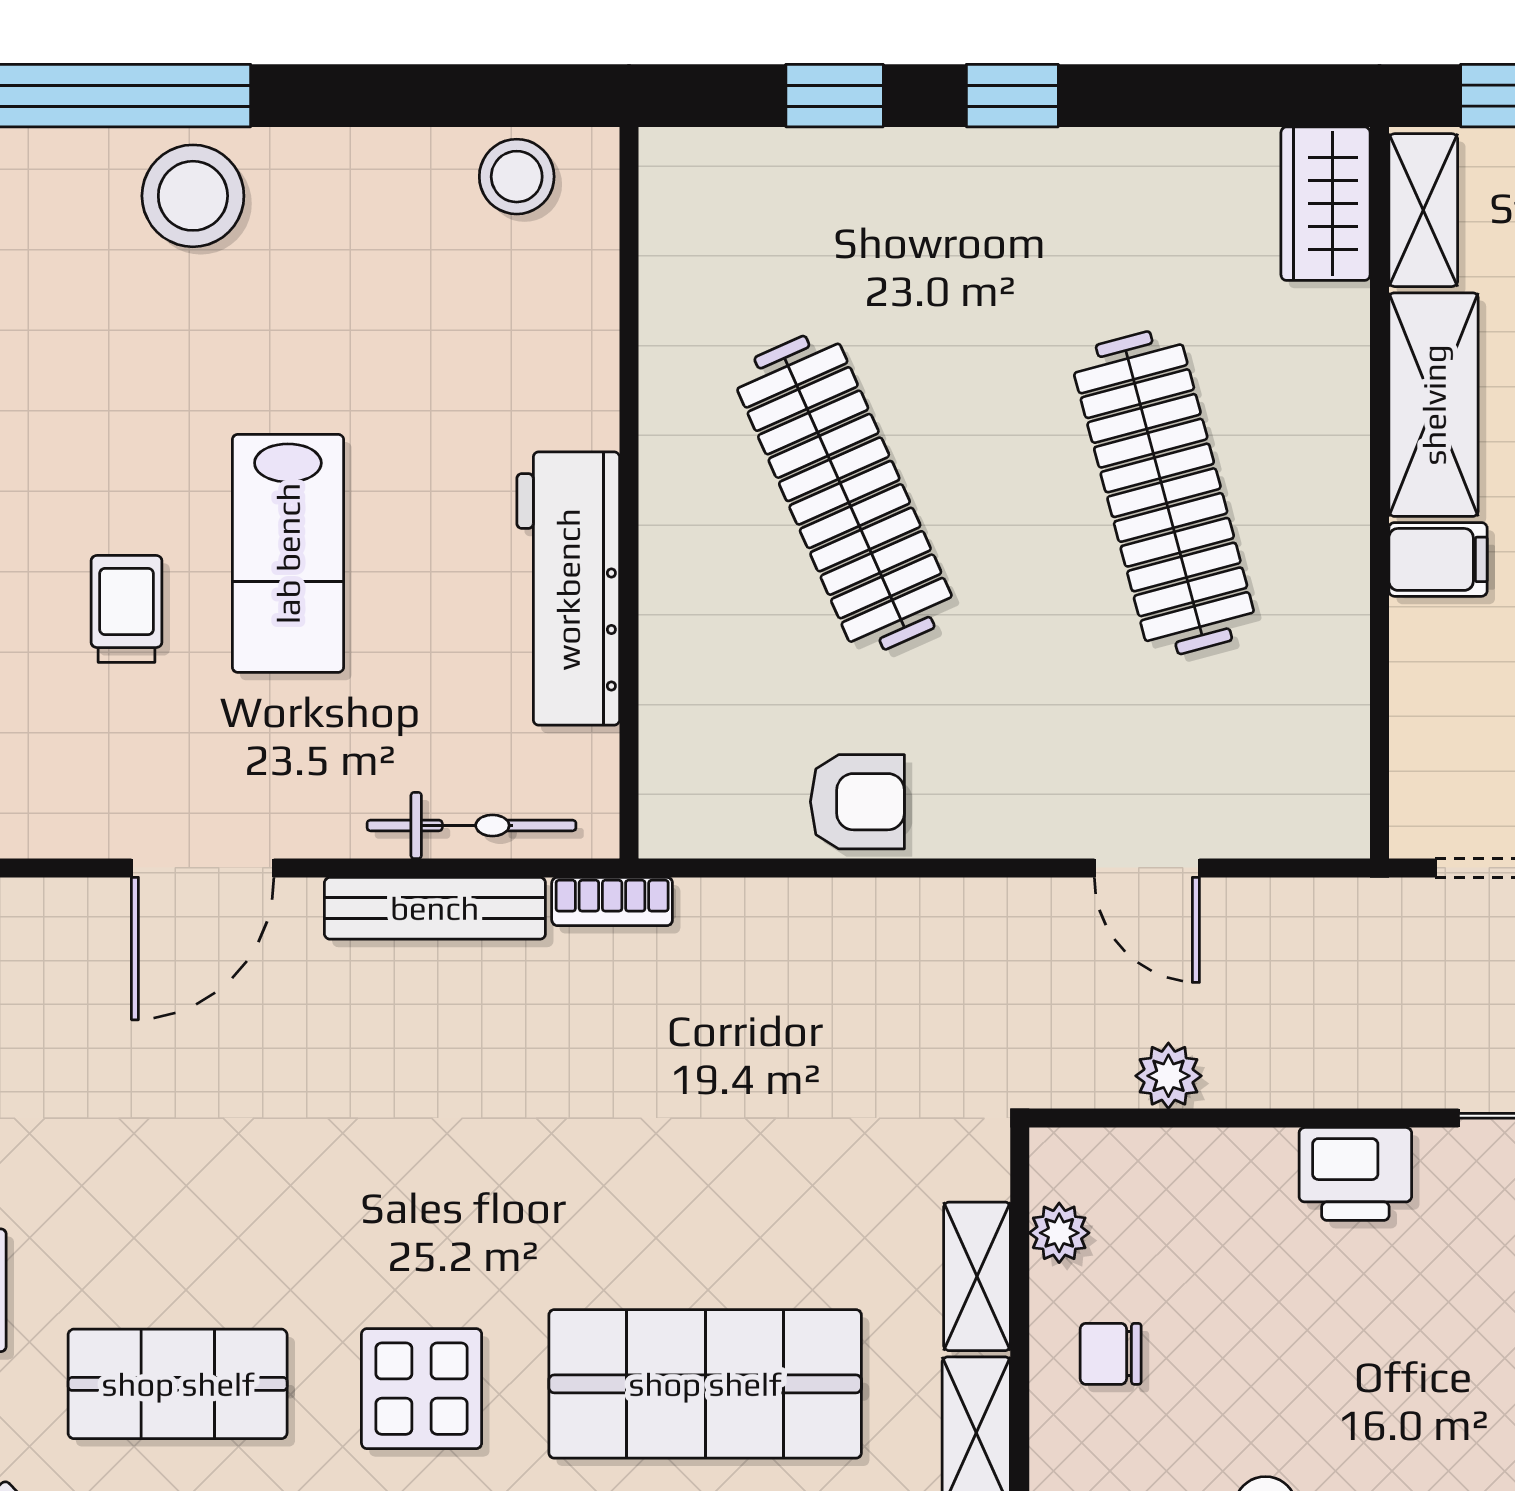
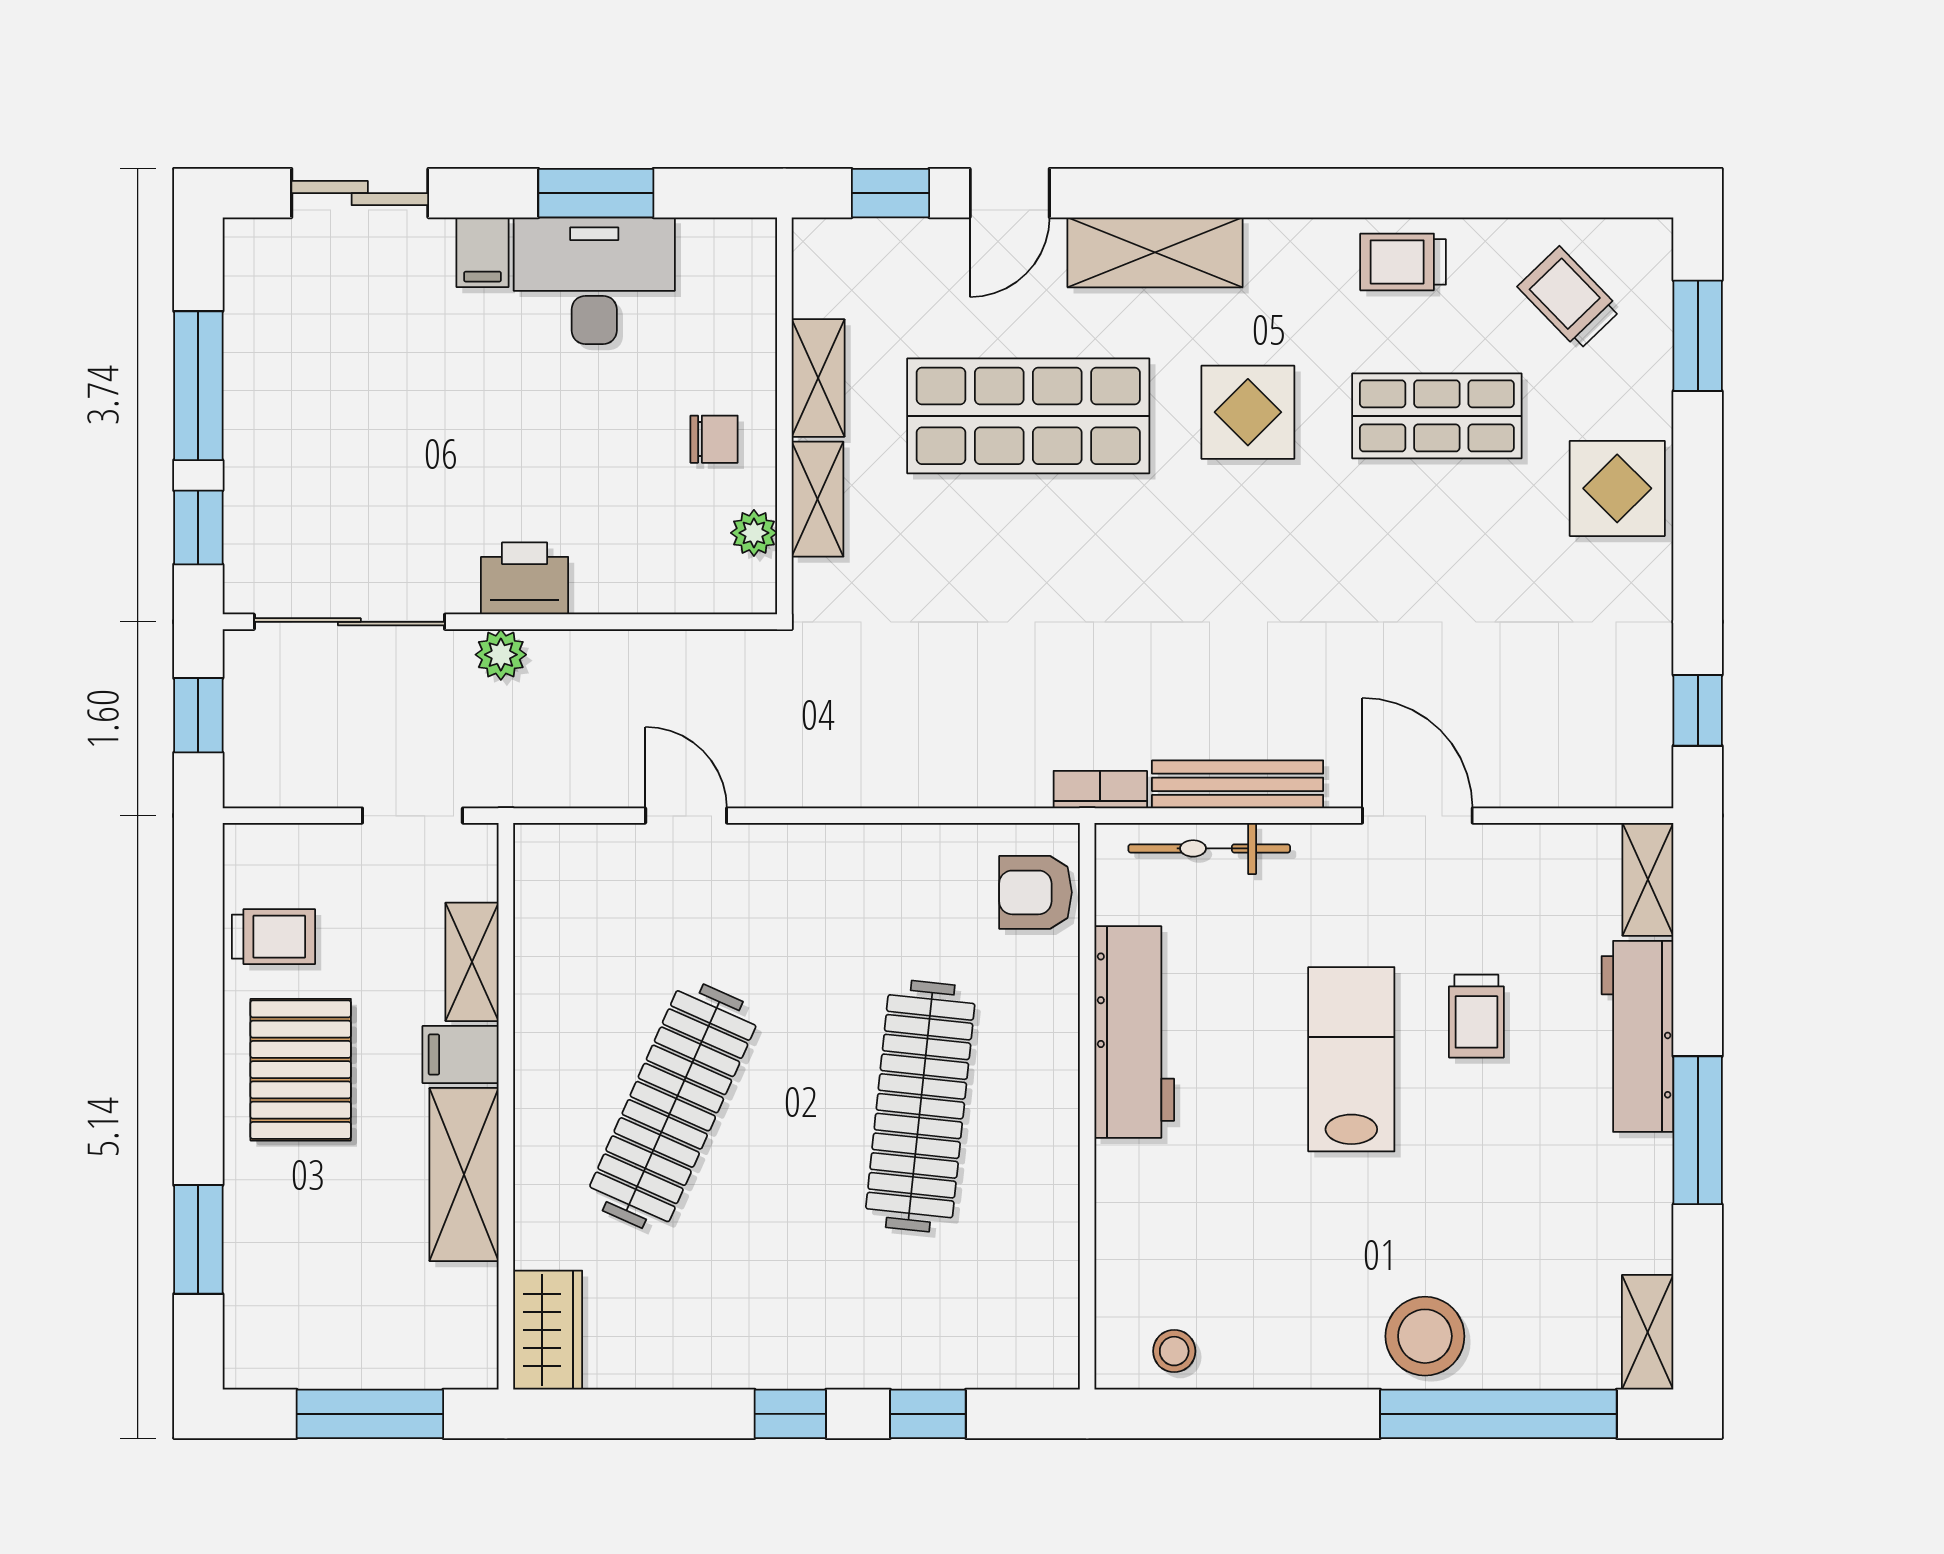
stool: (517, 177) -> (1174, 1351), width x0.73, depth x0.73
shelving: (1423, 210) -> (472, 962), moved
clothes rail: (844, 493) -> (920, 1106), turned 30
clothes rail: (1164, 493) -> (673, 1106), turned 39
armchair: (857, 802) -> (1036, 892), moved
door: (203, 868) -> (1417, 816), hinge flipped
plant: (1168, 1076) -> (501, 655), moved

